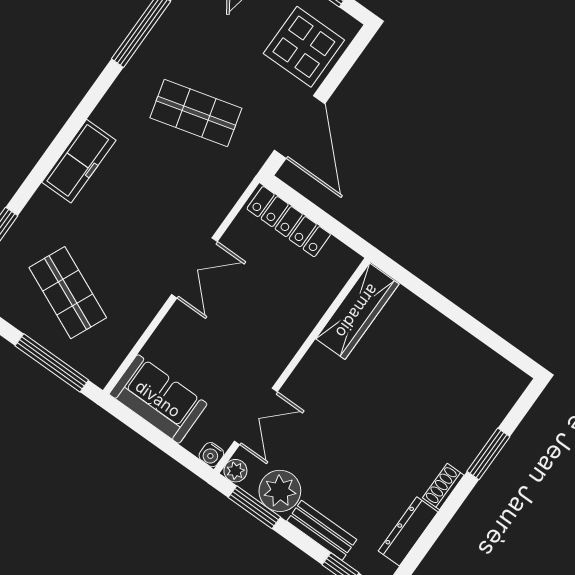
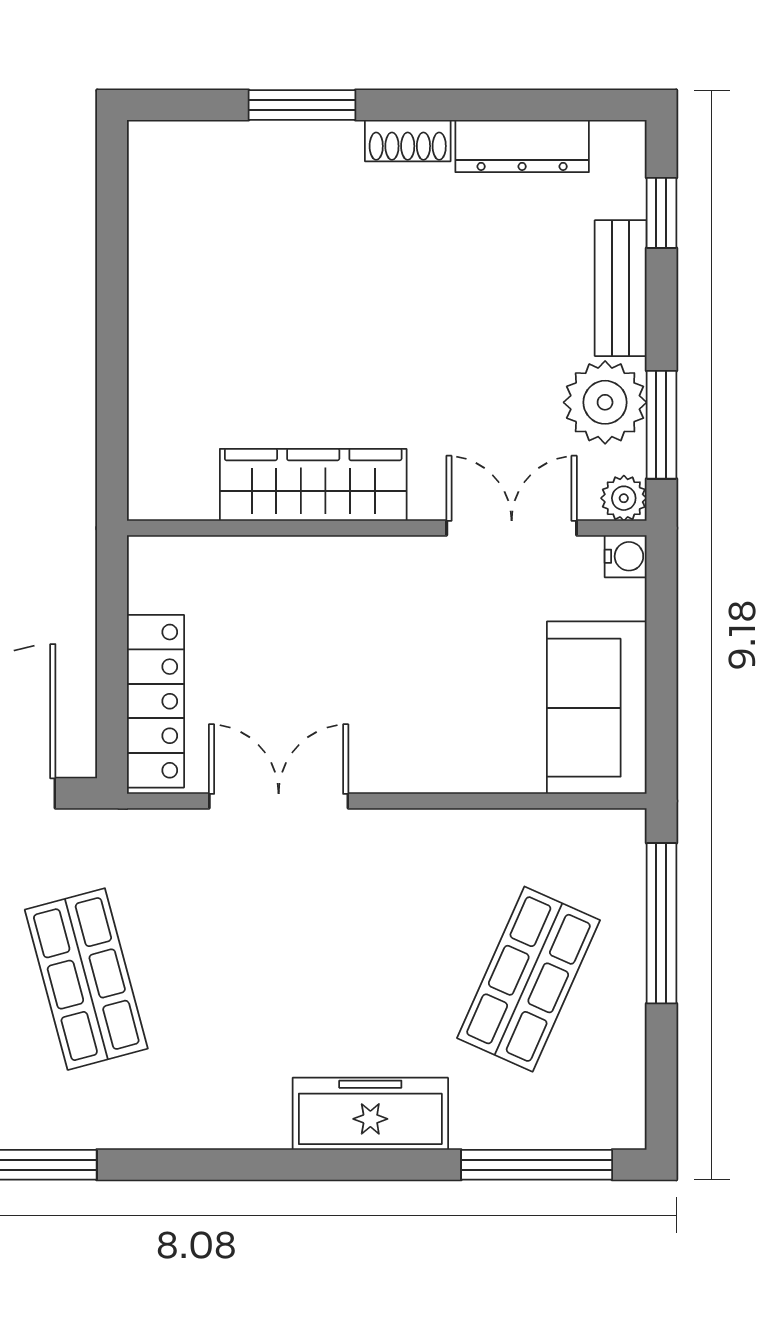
freezer: (79, 161) -> (370, 1114), moved
double door: (194, 268) -> (279, 801), moved
wardrobe: (357, 311) -> (313, 485), moved

